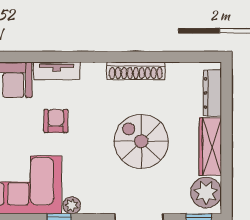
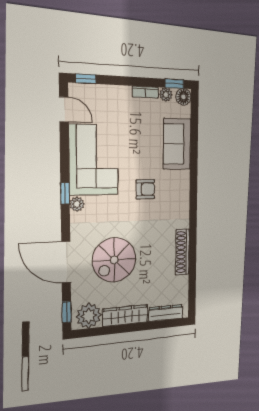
tv unit: (57, 71) -> (183, 189), removed
spiral stairs: (141, 141) -> (114, 260), moved, turned 180

